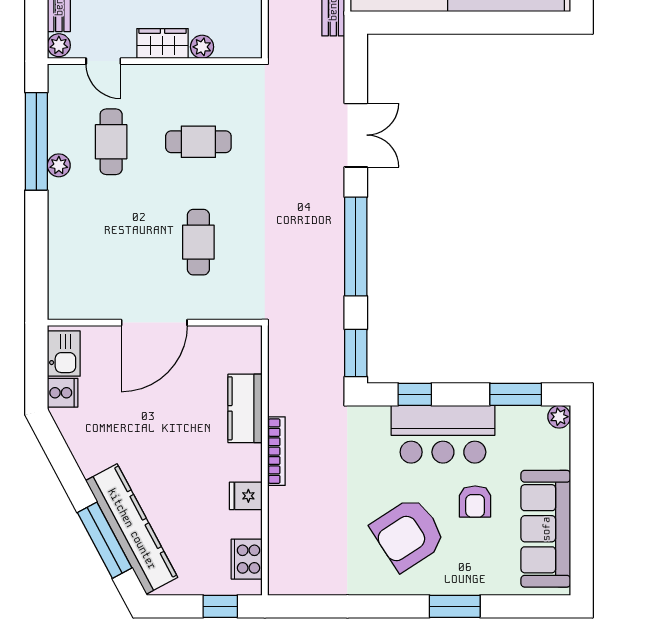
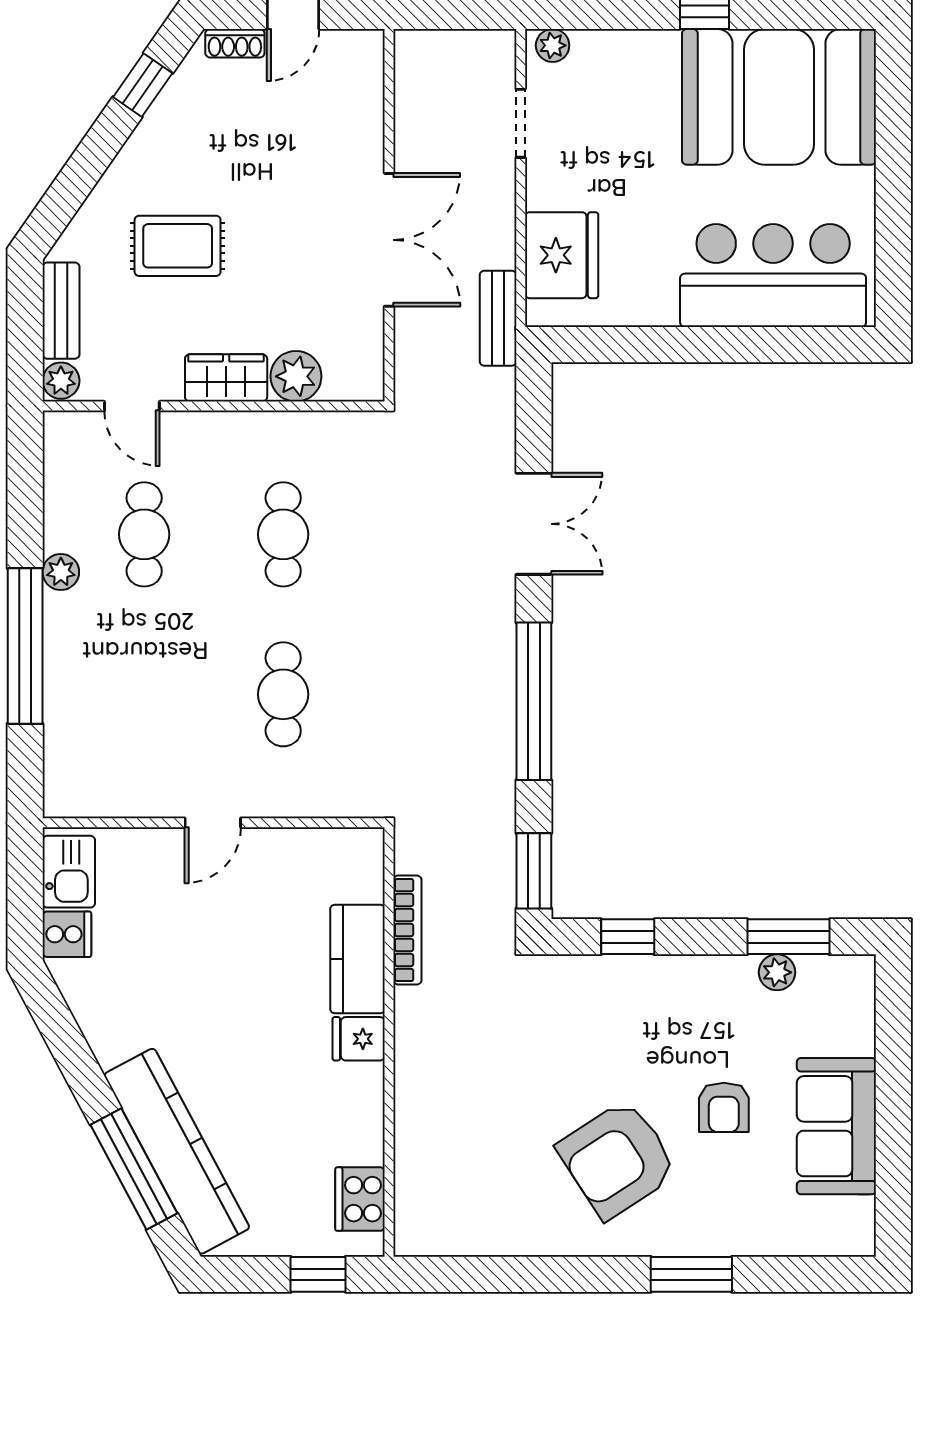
plant: (202, 47) -> (296, 376), width x1.38, depth x1.38
window: (36, 141) -> (25, 646), moved
cafe table: (198, 142) -> (283, 534), turned 90
door: (154, 323) -> (213, 823), width x0.53
plant: (559, 417) -> (777, 972), moved
bar counter: (443, 434) -> (673, 1000), removed
bookcase: (276, 451) -> (407, 930), moved
fridge: (246, 496) -> (359, 1039), moved
sofa: (546, 529) -> (836, 1126), width x0.73

